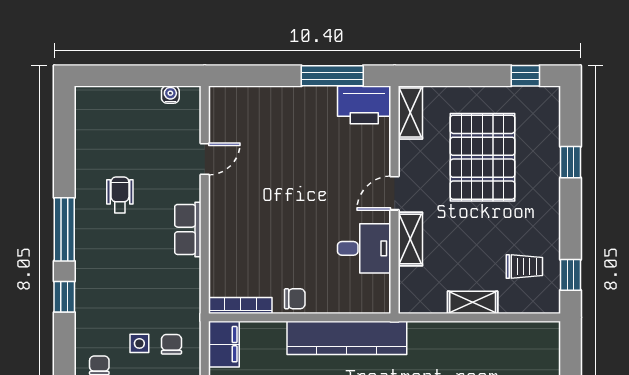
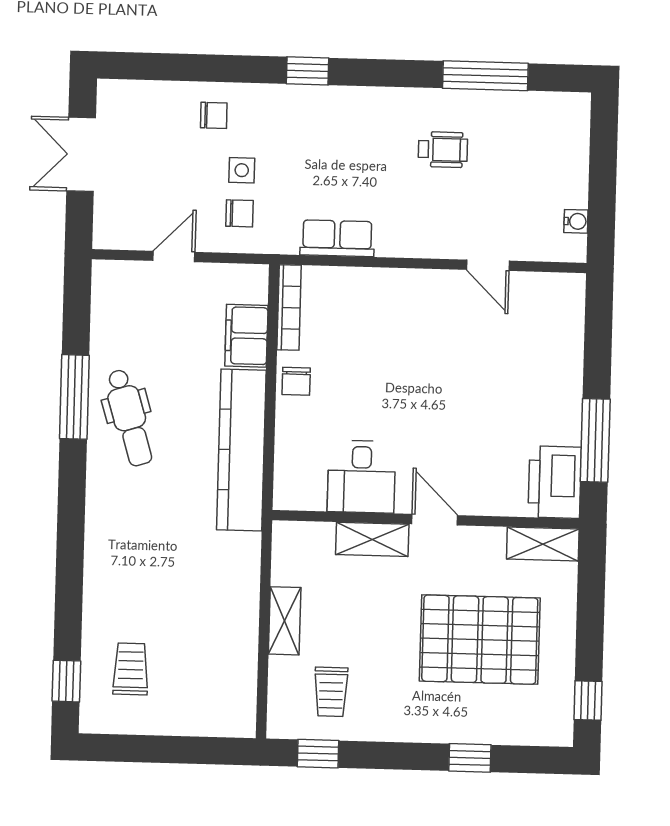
window: (64, 229) -> (485, 76), moved
row of seats: (188, 229) -> (337, 238), moved
filing cabinet: (224, 344) -> (246, 336), moved, turned 90

